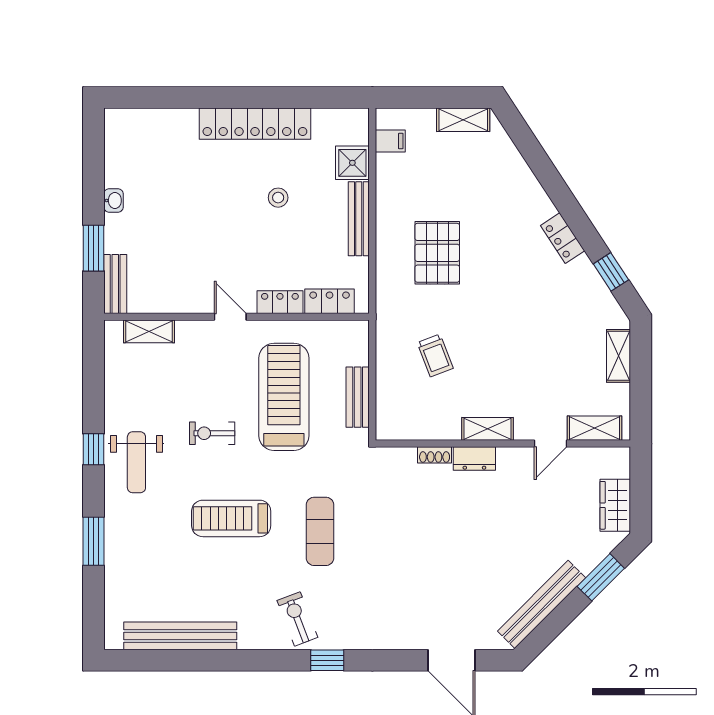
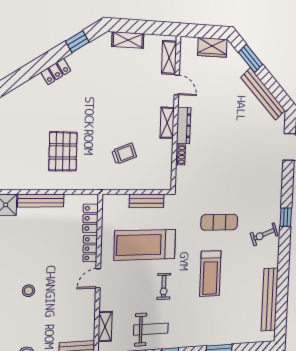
stool: (278, 198) -> (29, 291), moved
pallet: (437, 253) -> (63, 151), turned 90
dresser: (474, 458) -> (184, 126), width x1.44
weight bench: (136, 462) -> (151, 329), moved

